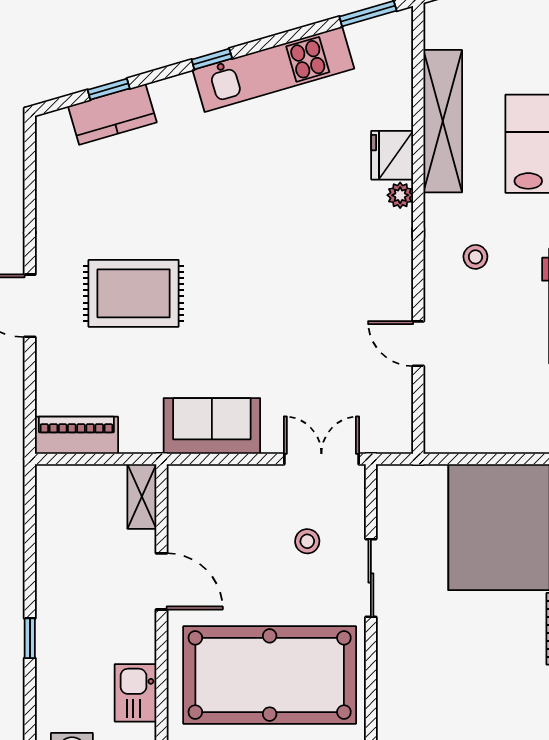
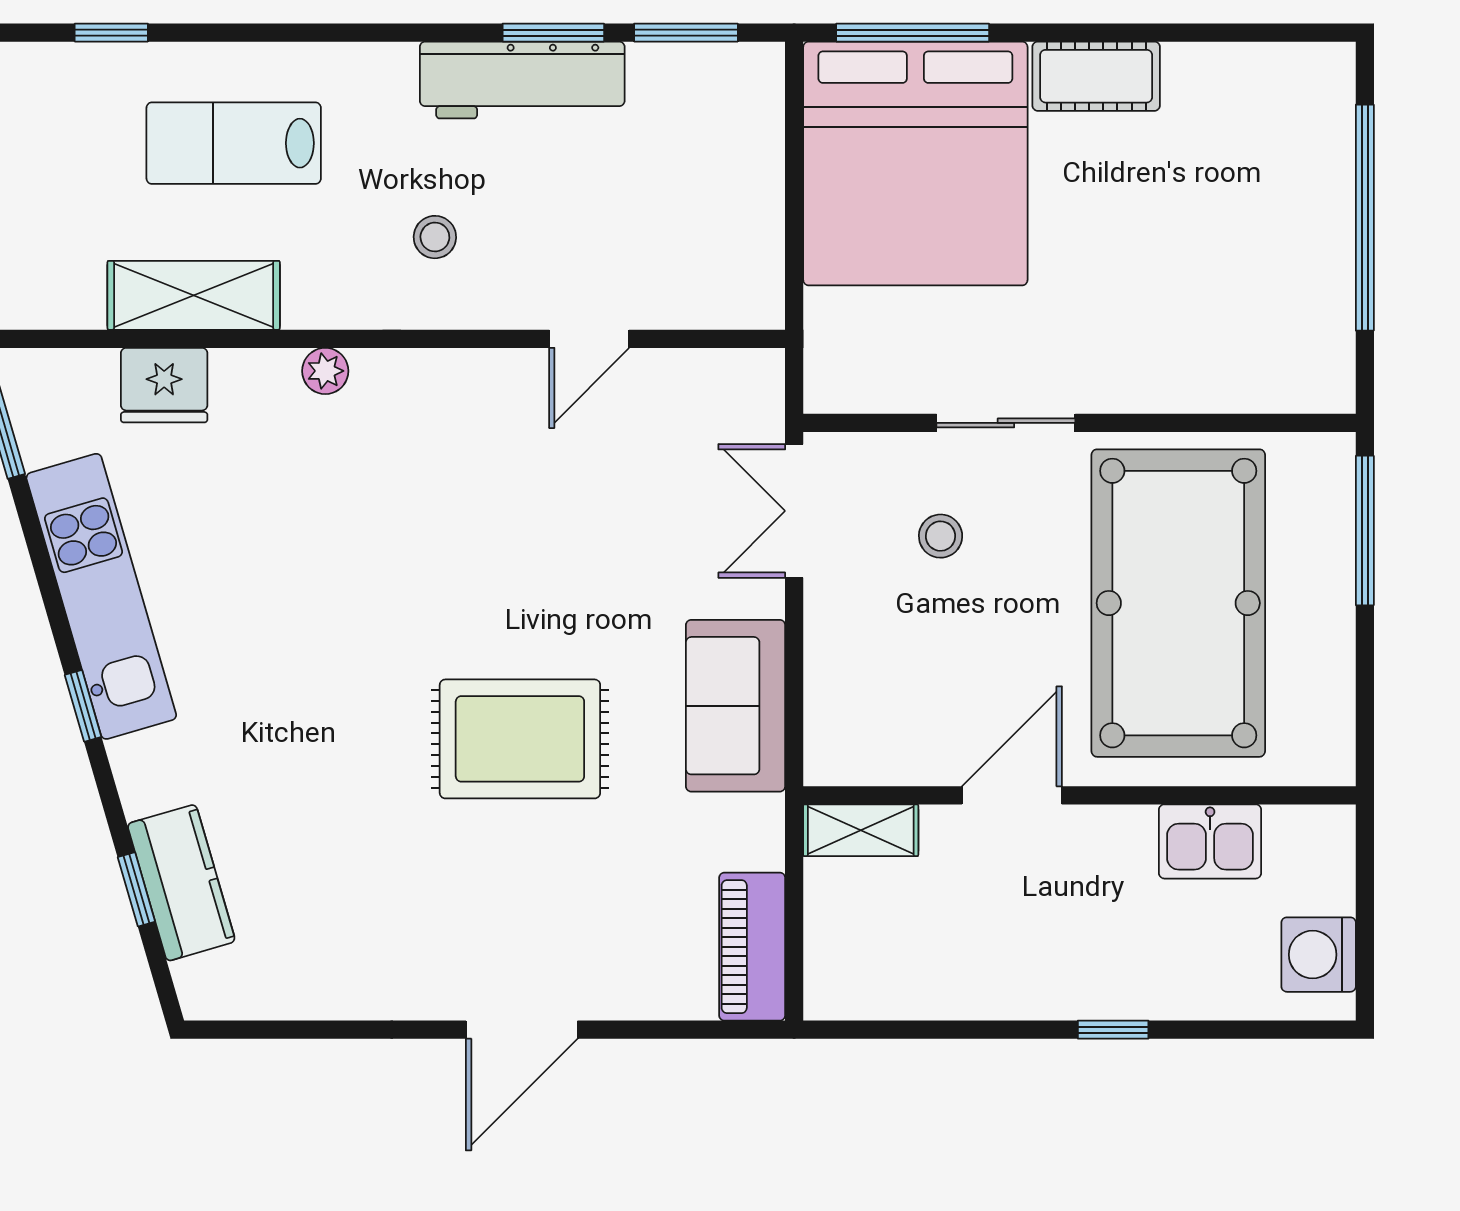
shelving: (443, 121) -> (194, 295), width x0.68
fridge: (392, 155) -> (164, 385), moved
rug: (134, 293) -> (520, 739), moved, turned 90

